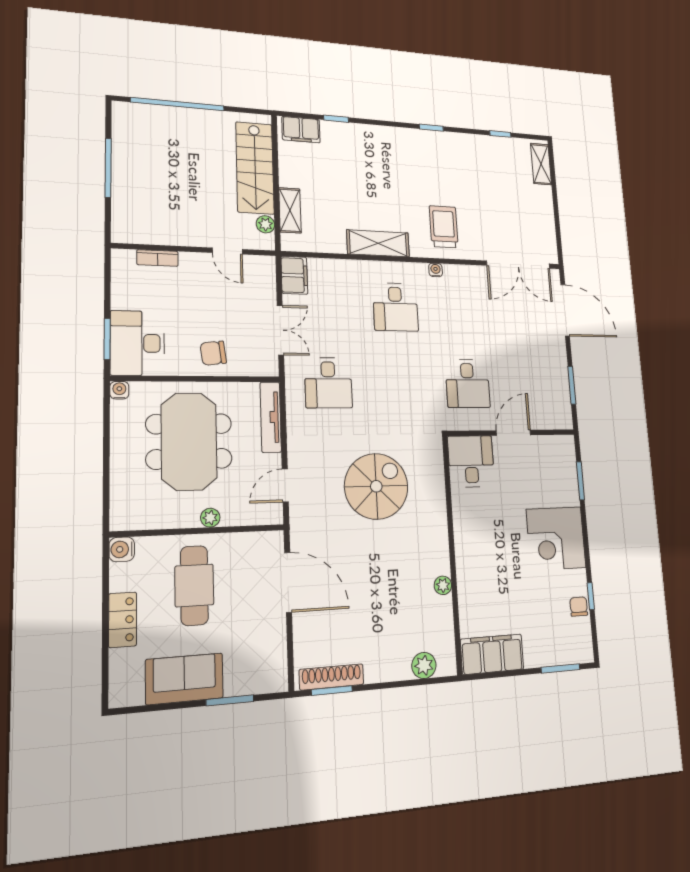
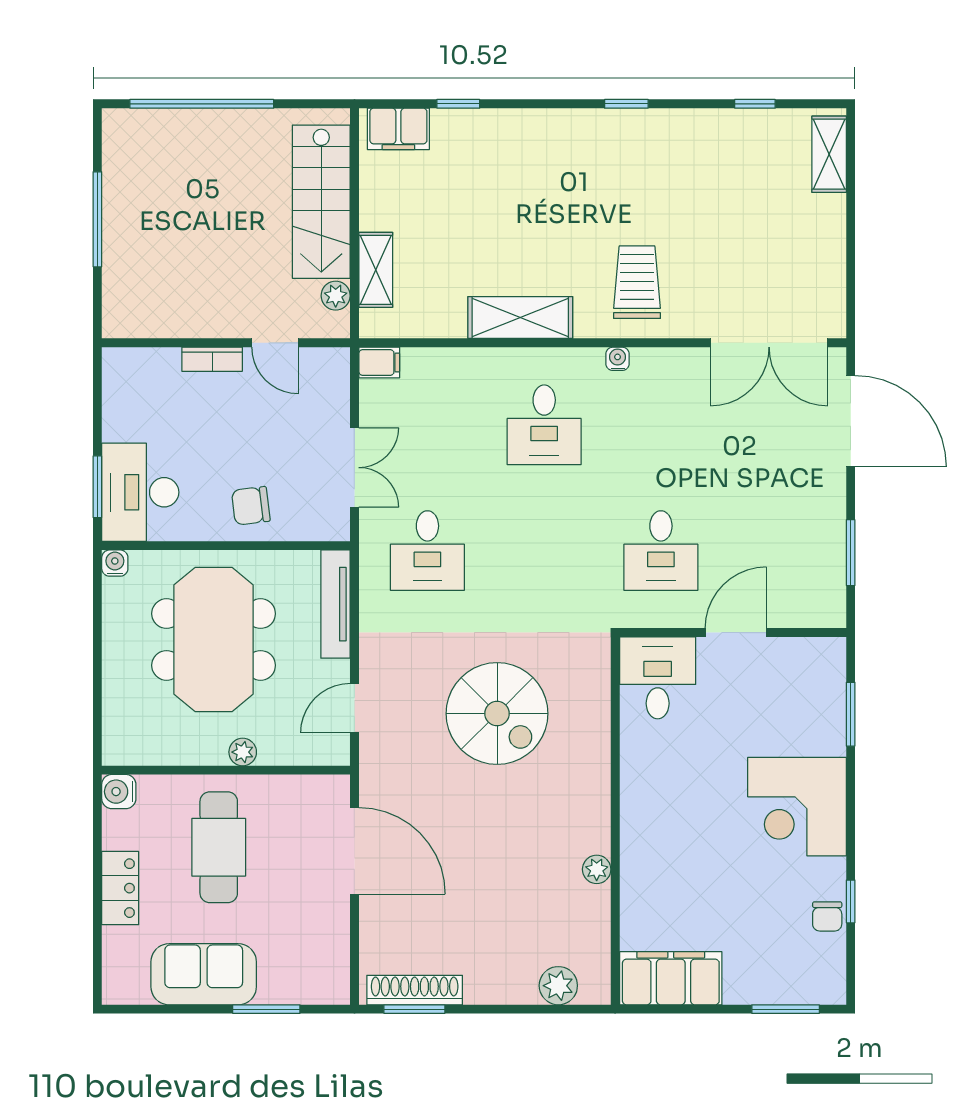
bookcase: (158, 258) -> (212, 359), moved
filing cabinet: (294, 275) -> (379, 363), width x0.50
spiral stairs: (376, 486) -> (497, 714), turned 90
chair: (579, 607) -> (827, 916), turned 180

